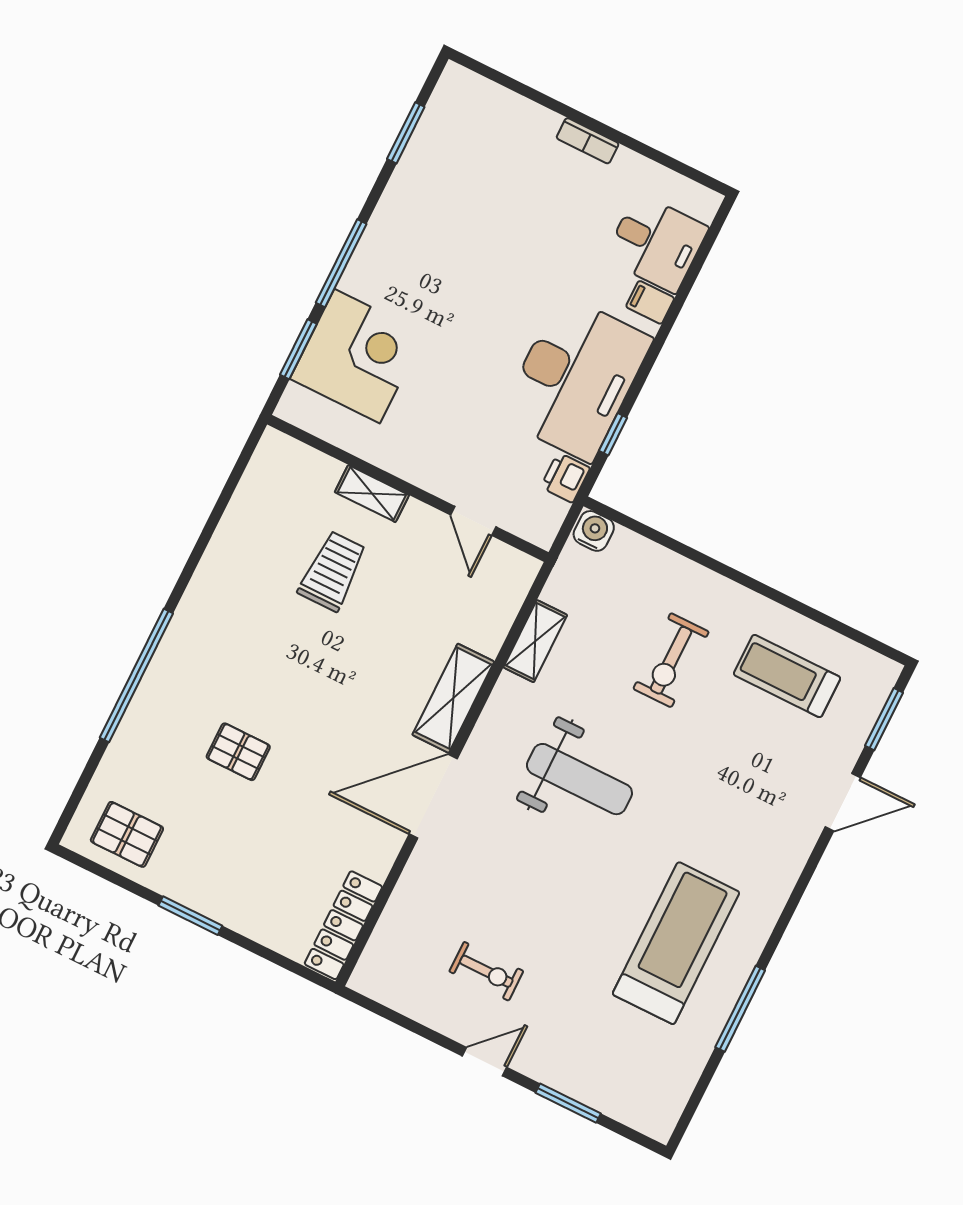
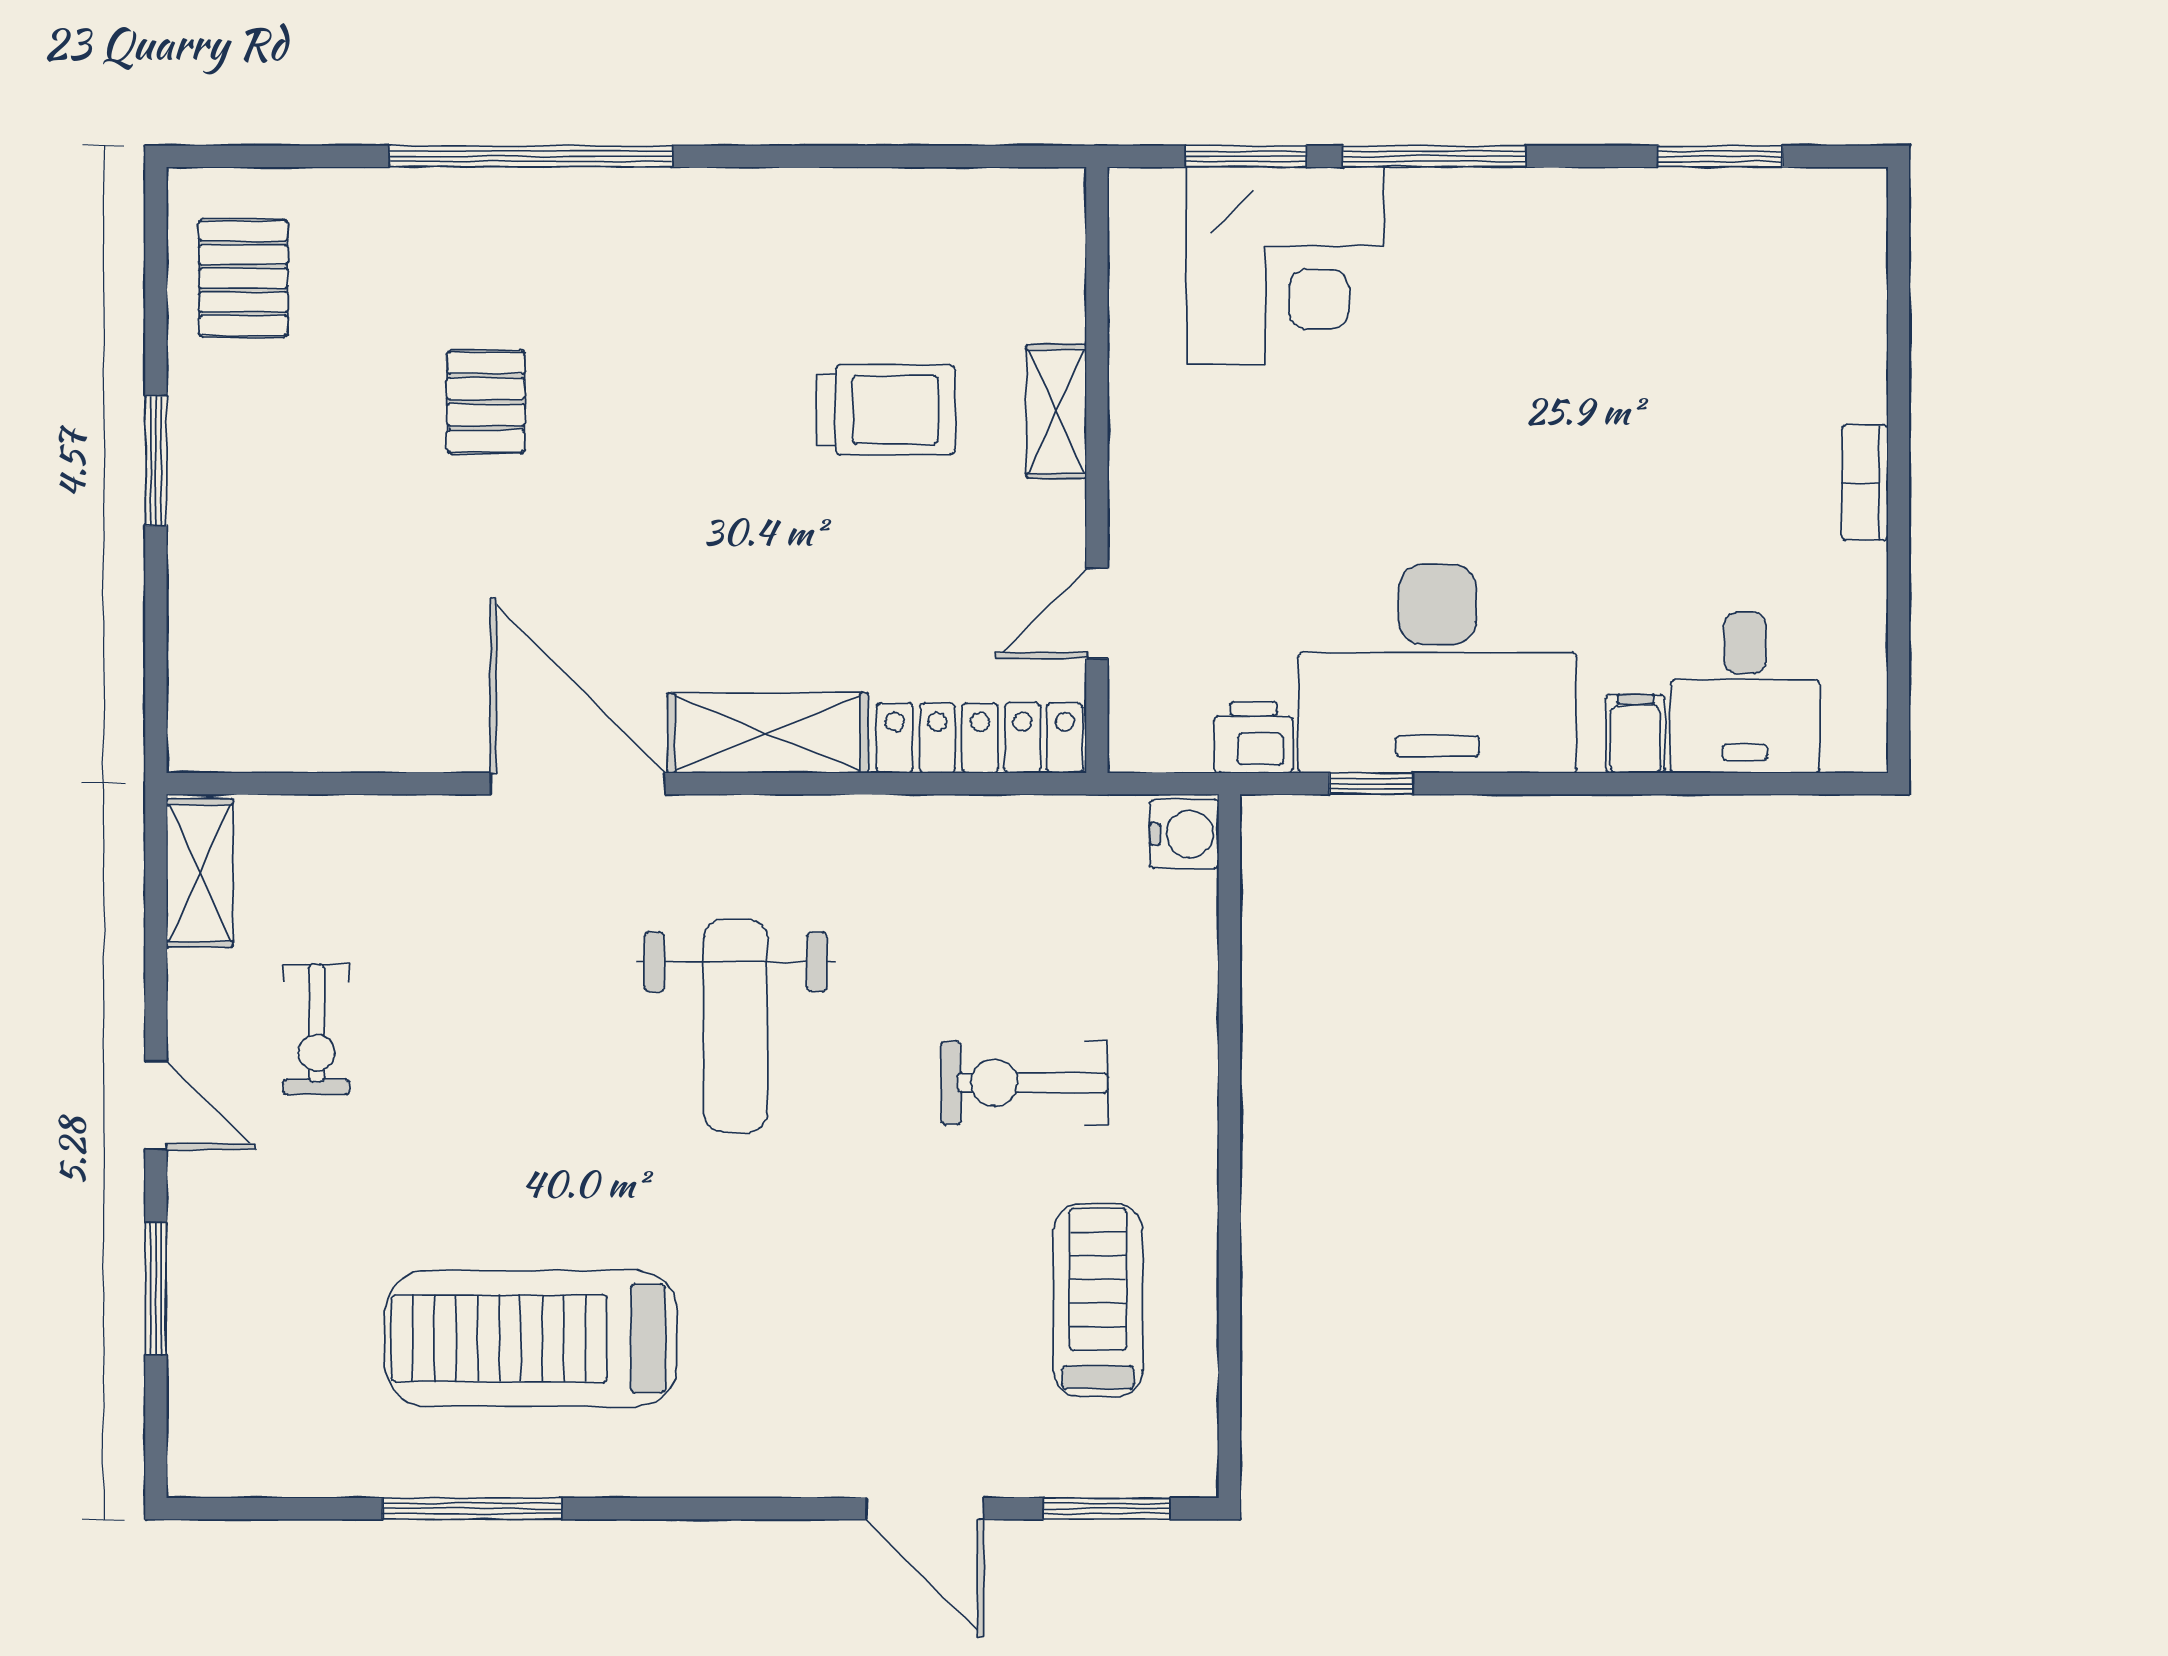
shelving: (535, 641) -> (200, 873), moved, turned 90
locker: (343, 925) -> (980, 738), moved
treadmill: (676, 943) -> (531, 1338), turned 180

